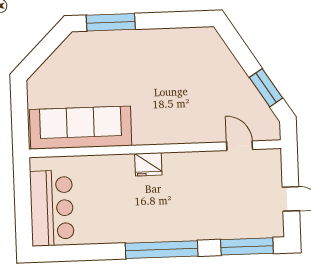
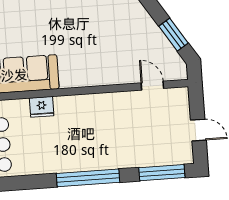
fridge: (148, 164) -> (42, 107), moved

